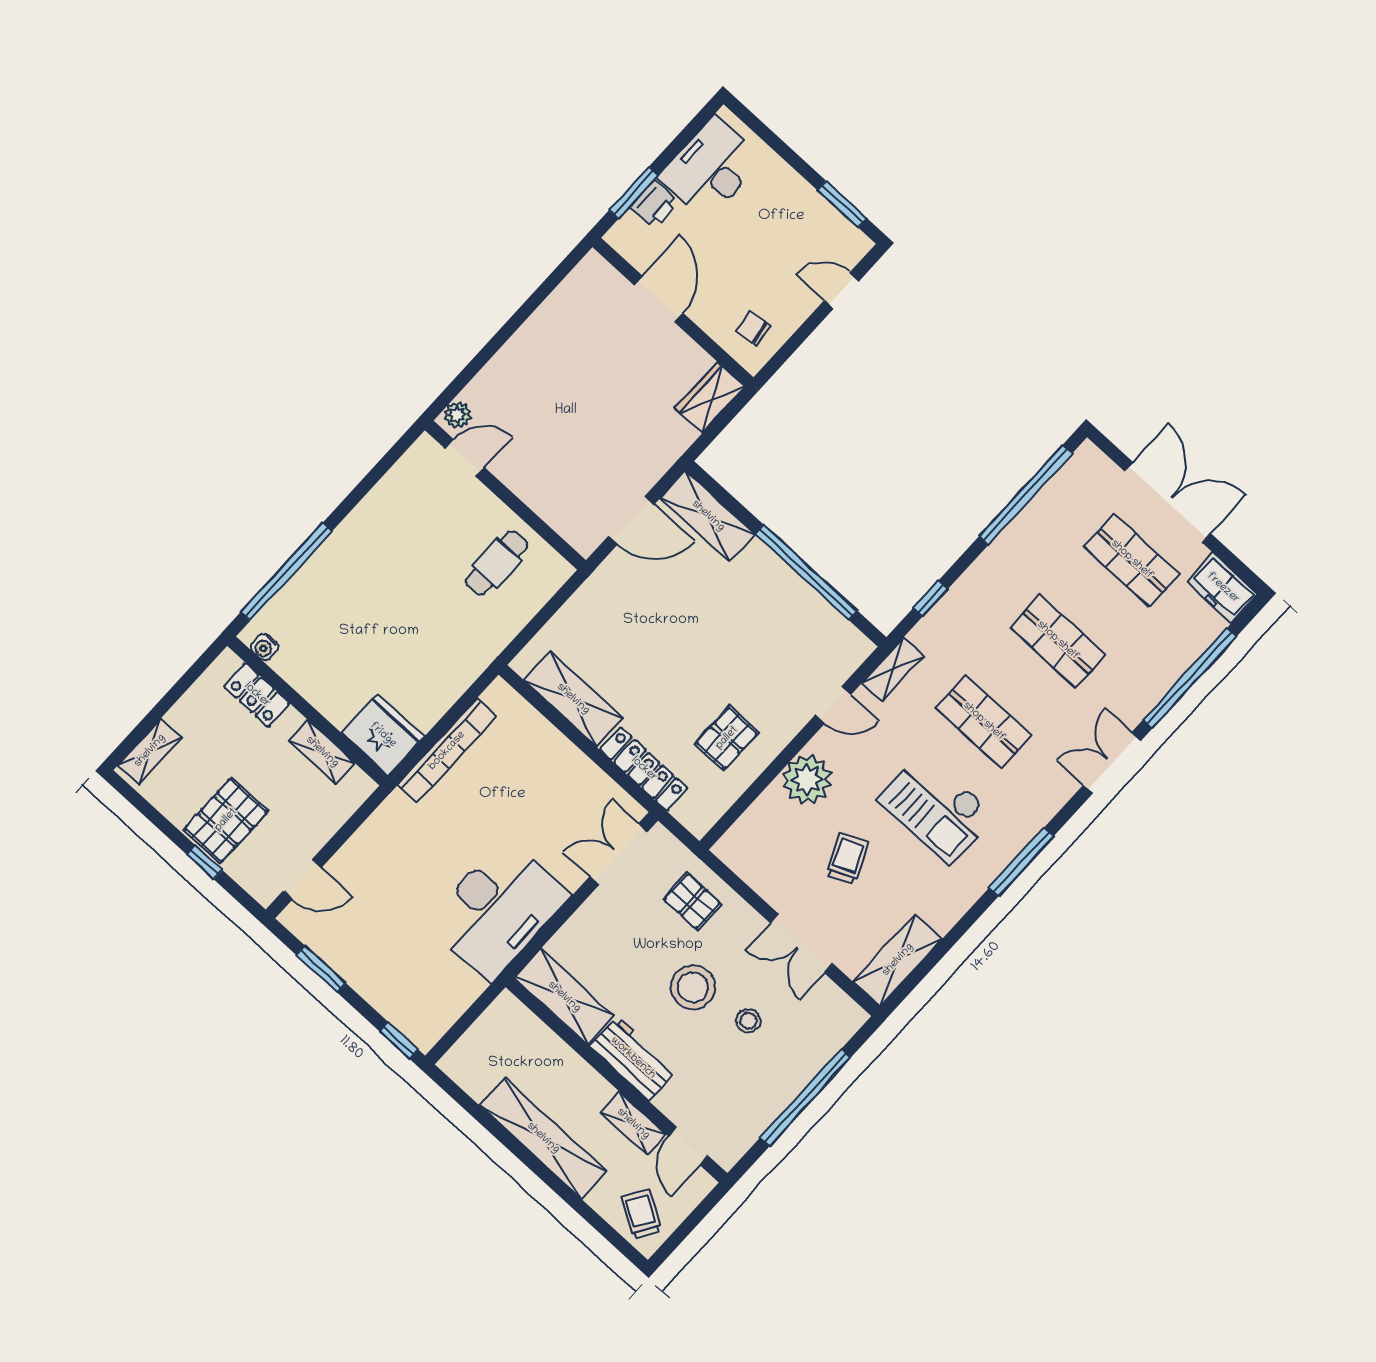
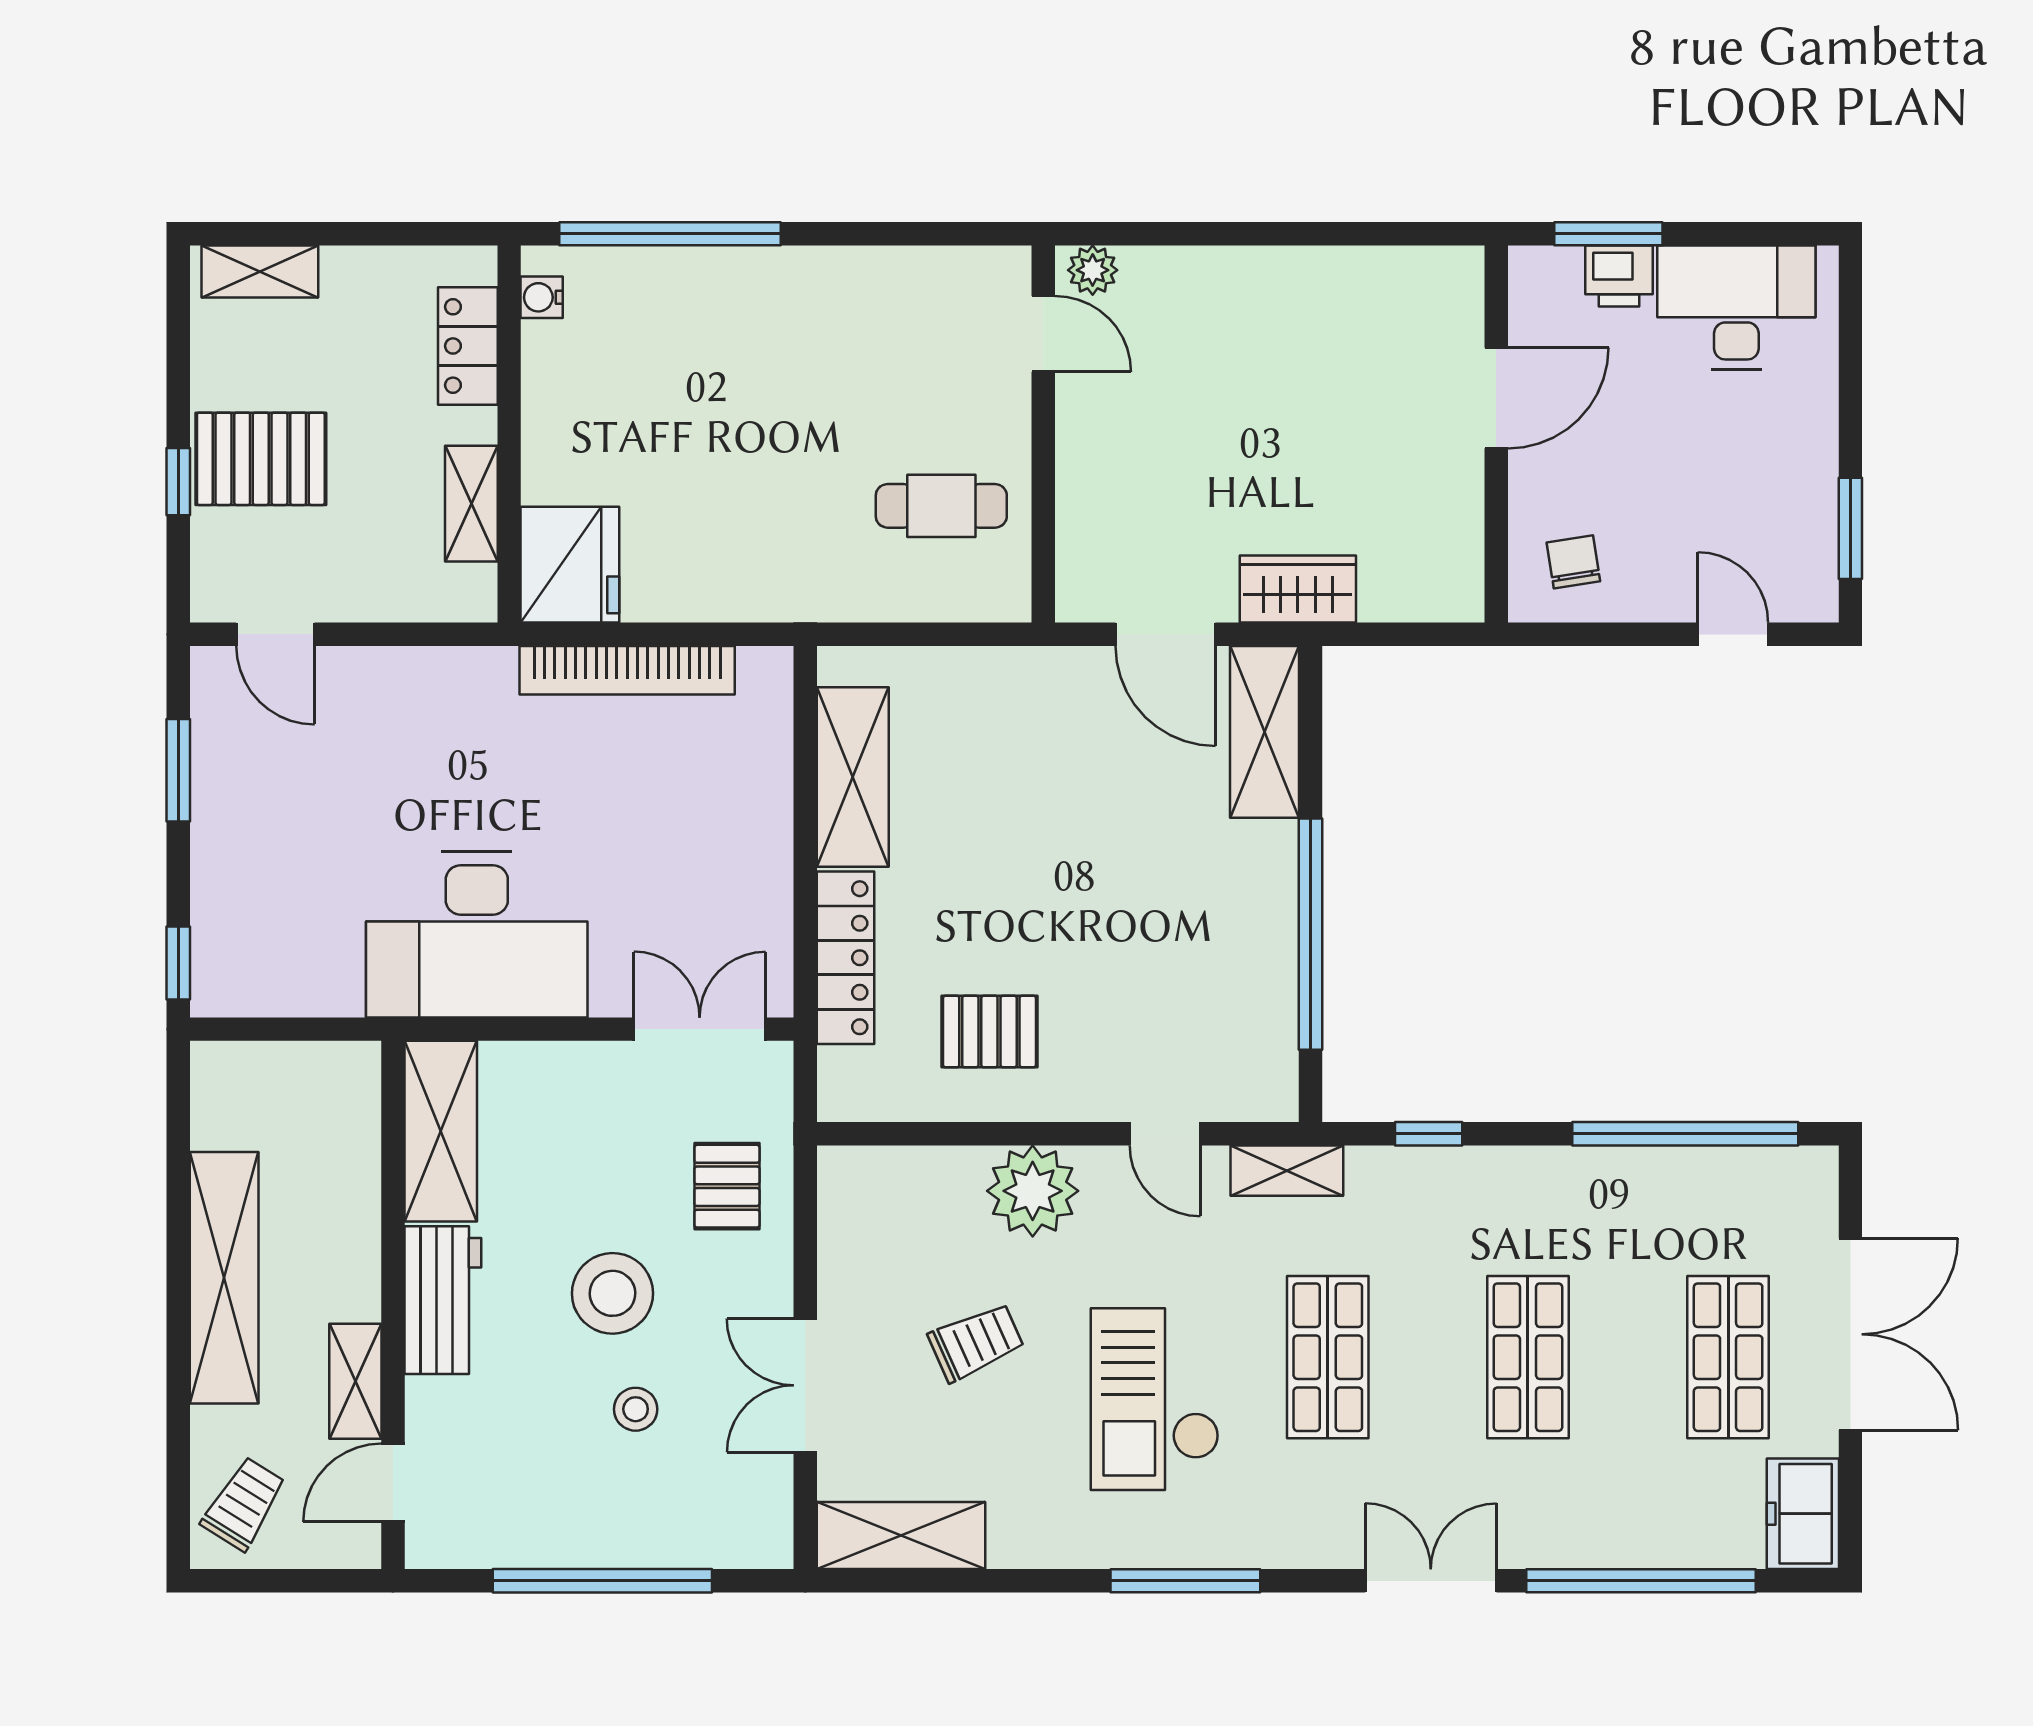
wardrobe: (710, 398) -> (1298, 589), moved

